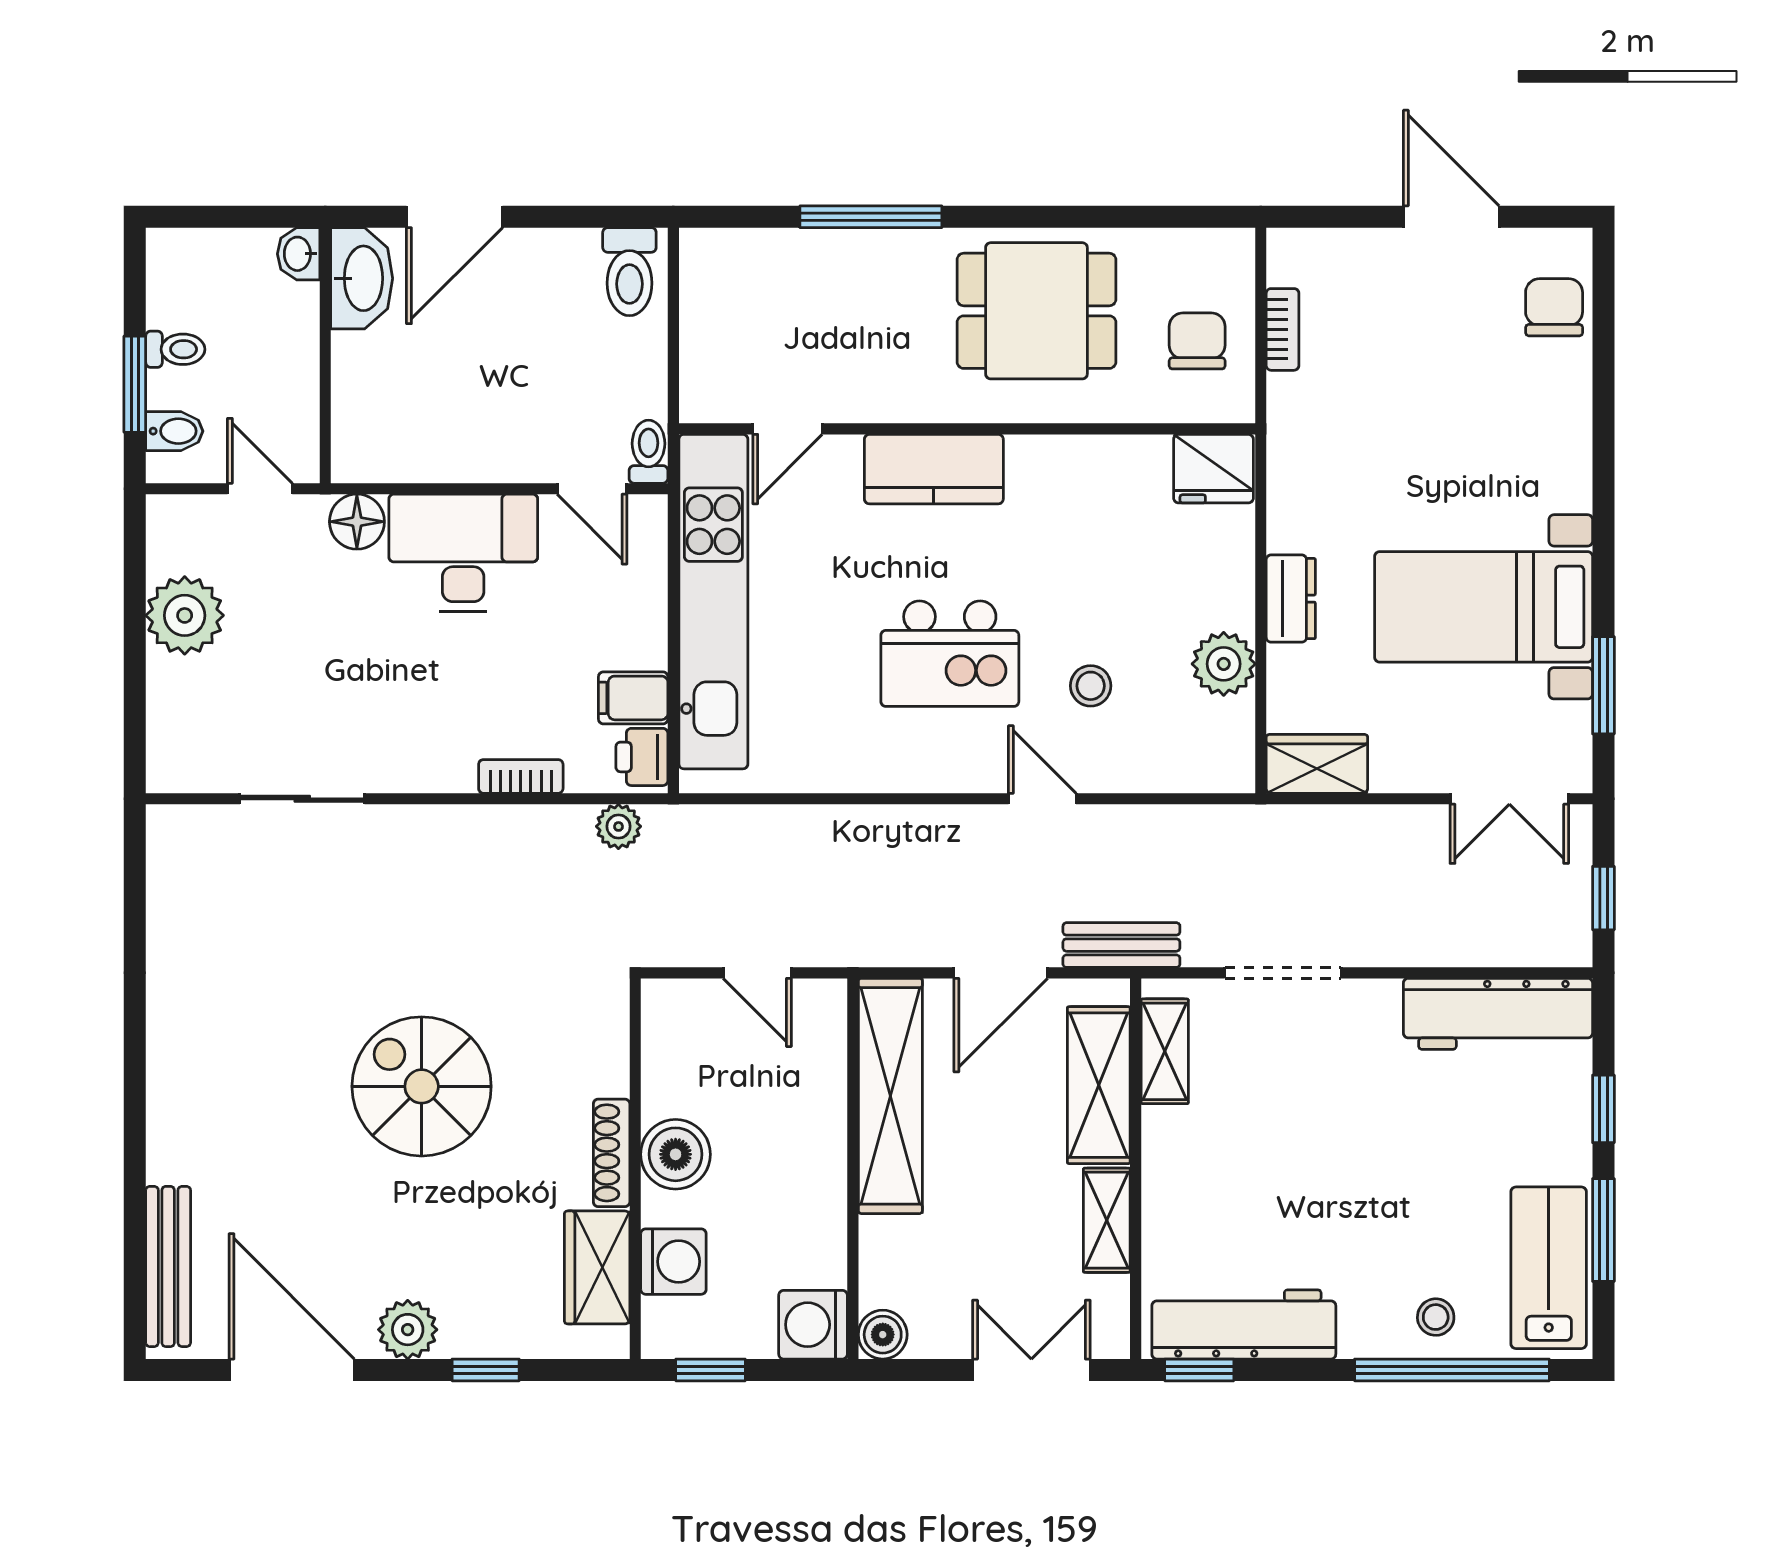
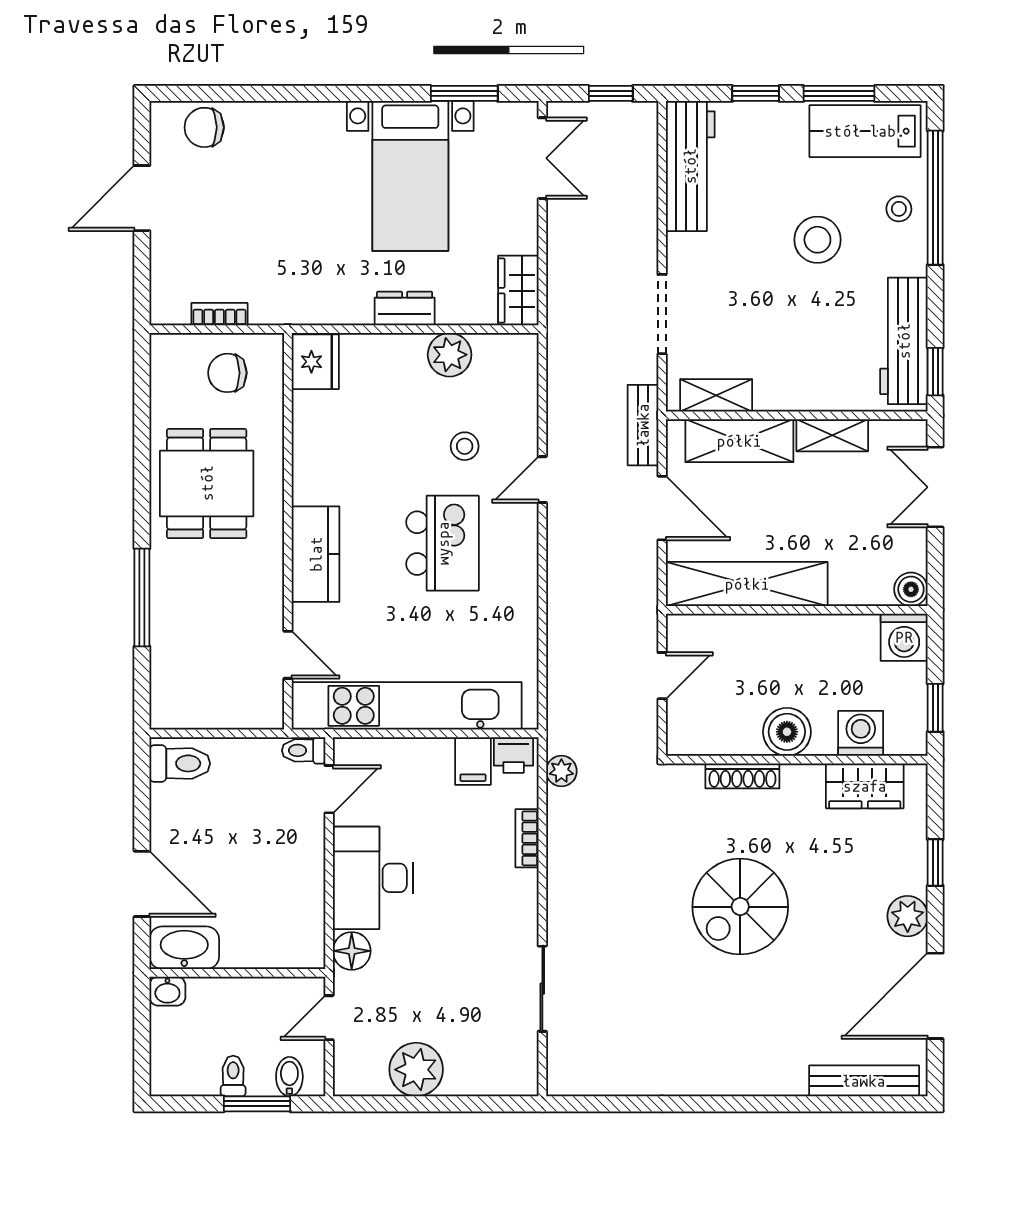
shoe rack: (612, 1153) -> (742, 776), moved
stool: (1391, 1199) -> (817, 240), added

